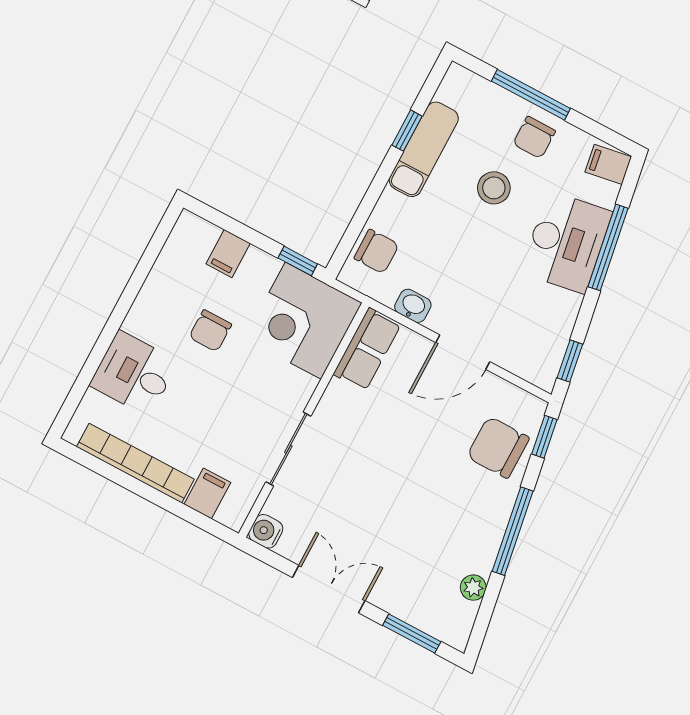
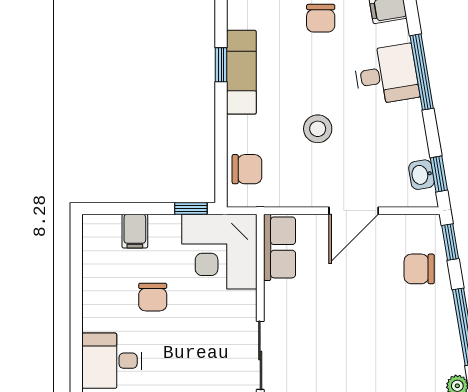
stool: (494, 188) -> (318, 129), moved
desk: (566, 242) -> (386, 75), width x0.73
washbasin: (413, 306) -> (421, 175), moved, turned -100
chair: (498, 447) -> (419, 269), width x0.73, depth x0.73

